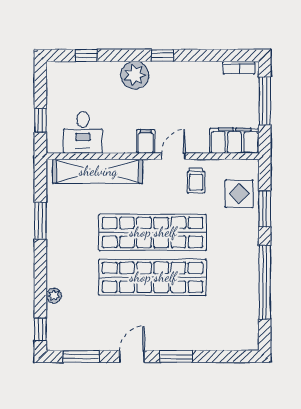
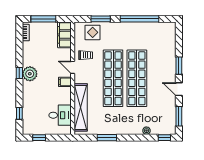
plant: (135, 75) -> (30, 74), moved
window: (40, 120) -> (39, 138), moved

